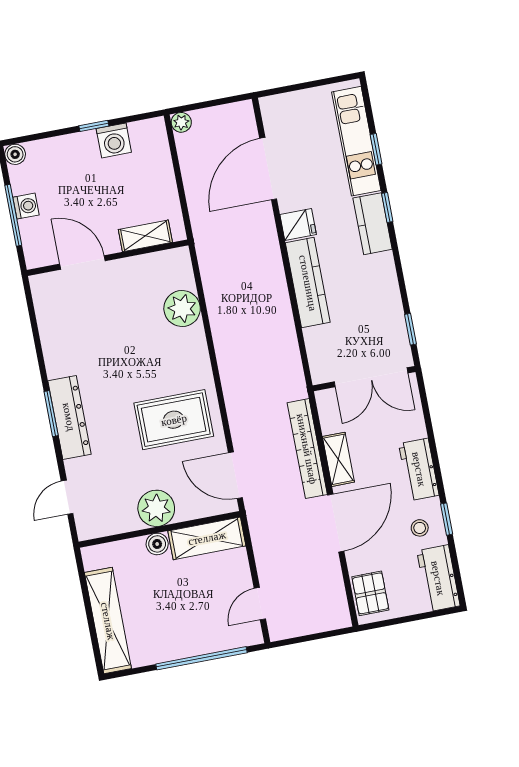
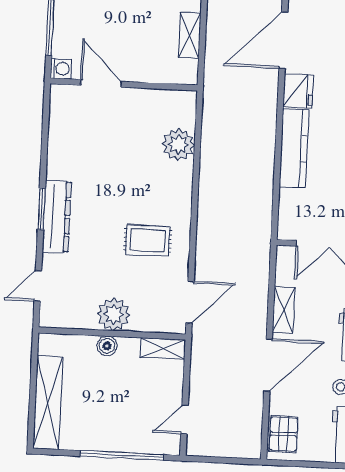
washing machine: (26, 206) -> (61, 69), moved
fridge: (298, 225) -> (298, 91), width x1.38
shelving: (145, 236) -> (190, 35), moved, turned 90
rug: (174, 420) -> (148, 240), width x0.73, depth x0.70
bookcase: (307, 449) -> (259, 294), removed
door: (235, 475) -> (190, 302), swing flipped
shelving: (207, 538) -> (163, 349), width x0.67, depth x0.75

